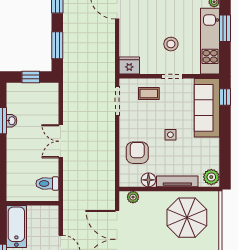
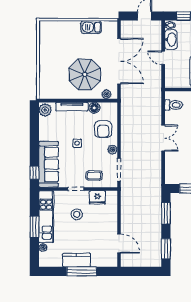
fridge: (129, 66) -> (97, 197), moved
plant: (125, 127) -> (113, 150), added
parasol: (187, 218) -> (85, 74), moved

